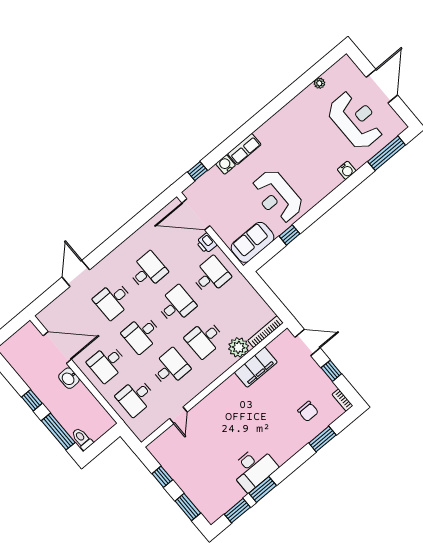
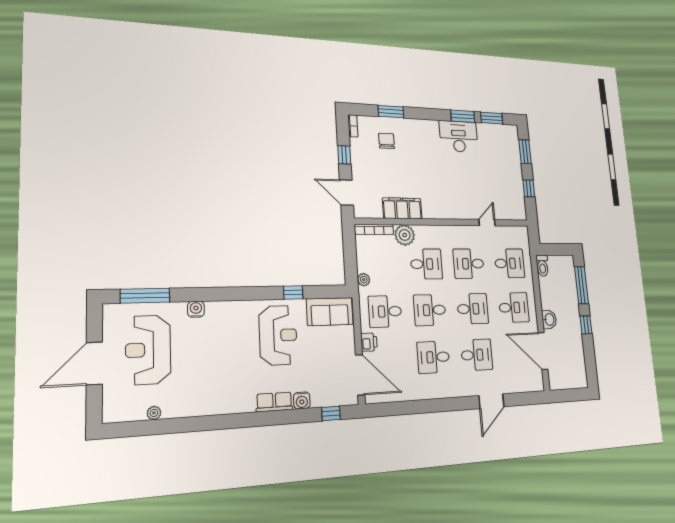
plant: (245, 286) -> (364, 280), added
toilet: (82, 439) -> (542, 266), moved

